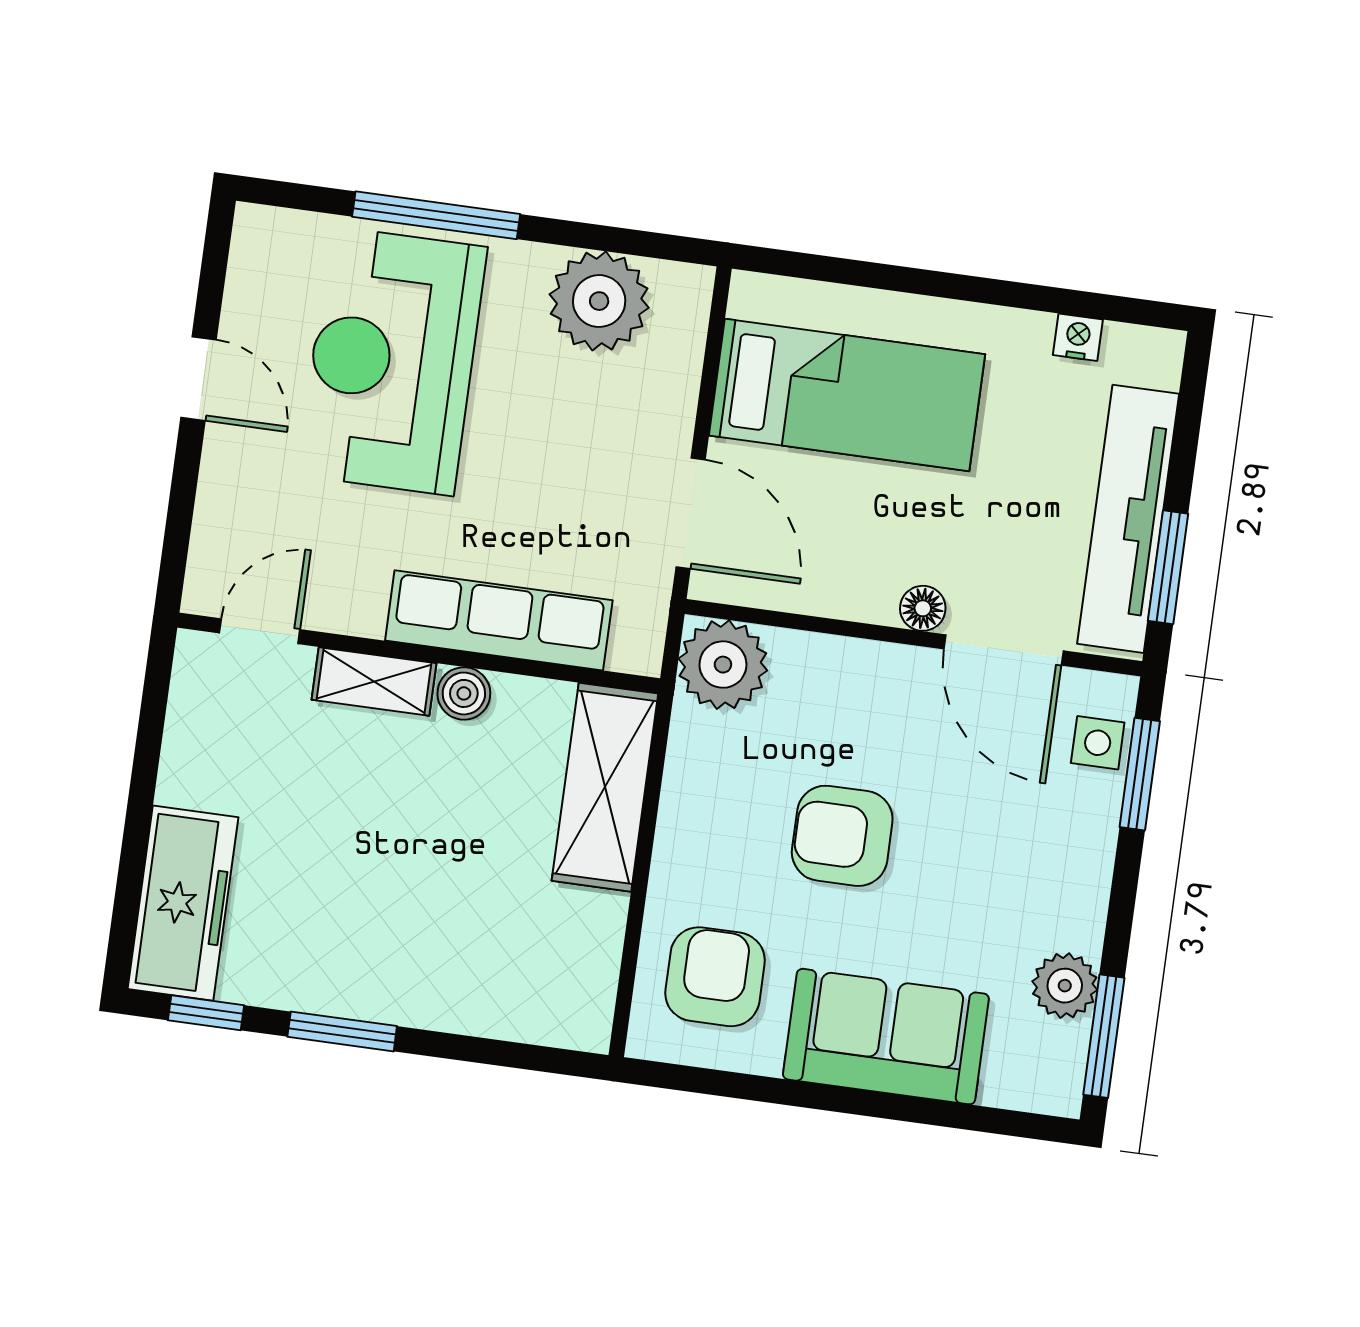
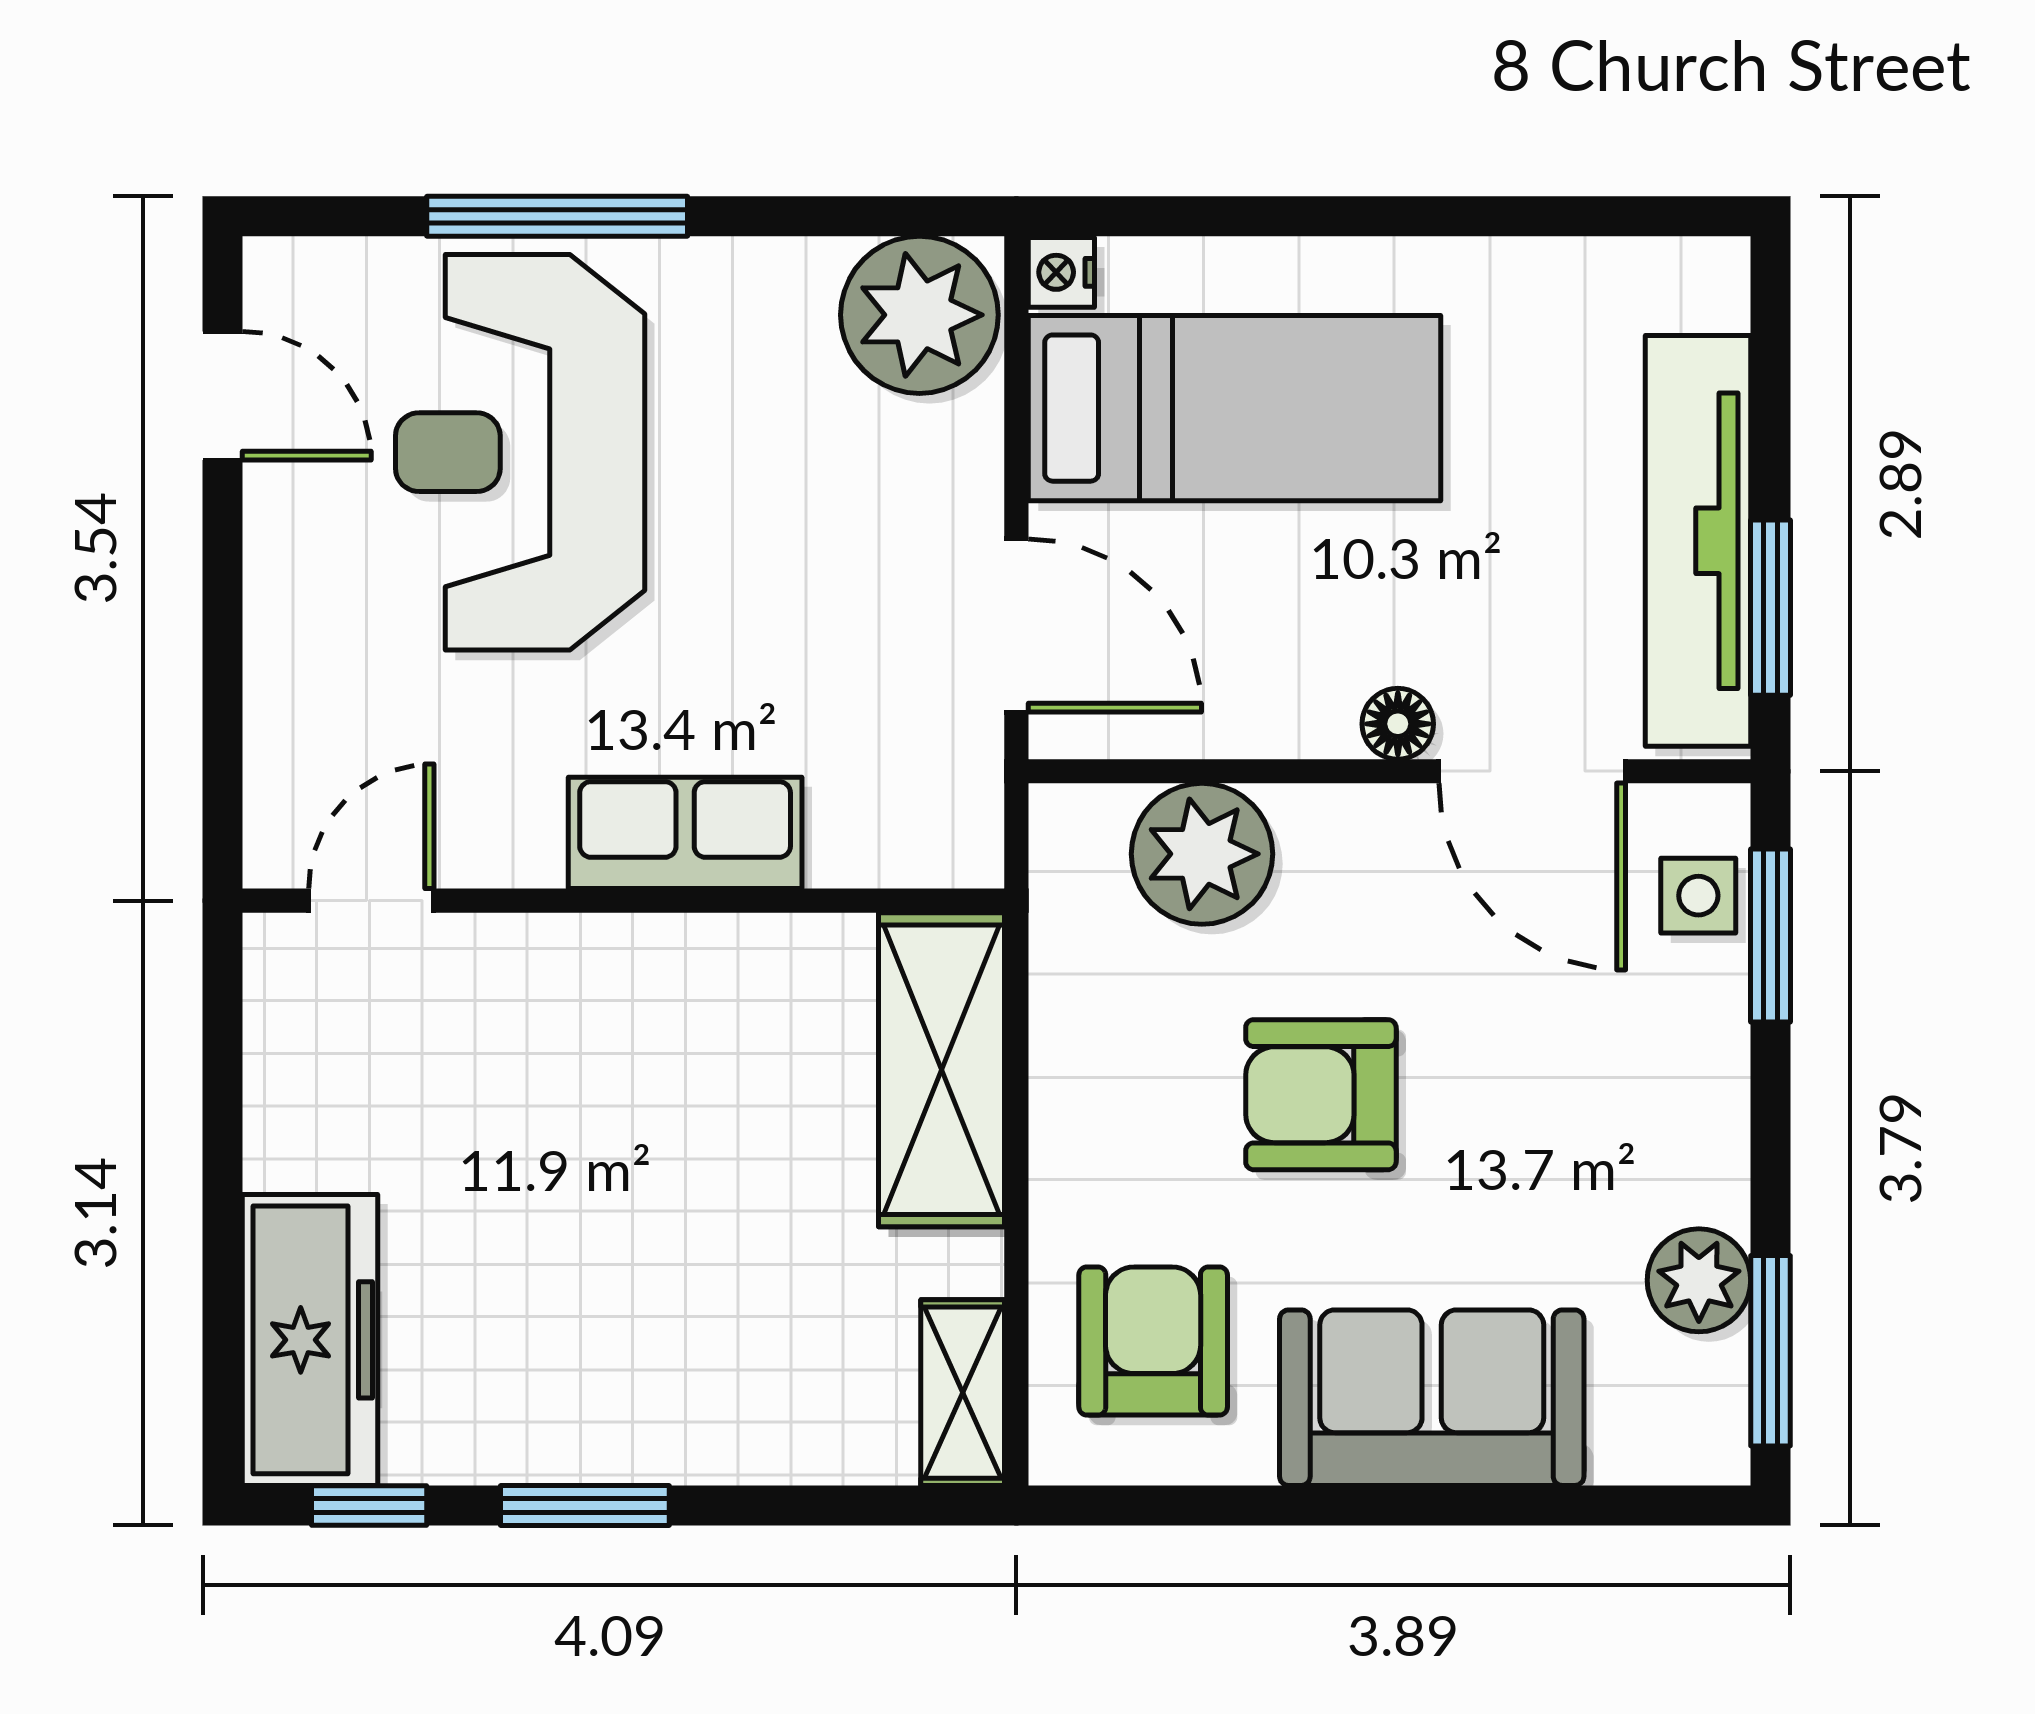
plant: (599, 301) -> (919, 315), moved
nightstand: (1078, 337) -> (1061, 272), moved, turned -90
door: (199, 379) -> (223, 396), moved
row of seats: (499, 620) -> (685, 833), width x0.68
plant: (723, 665) -> (1202, 854), moved
shelving: (374, 681) -> (963, 1393), moved, turned 90
boiler: (464, 693) -> (702, 954), removed

